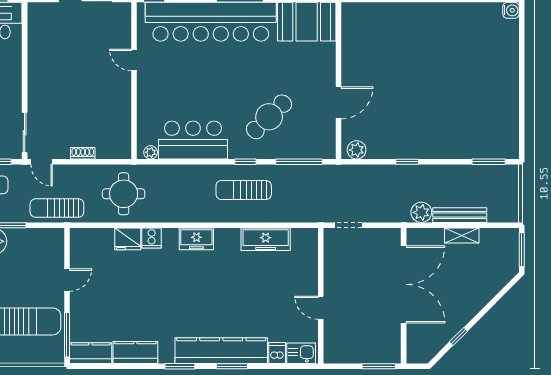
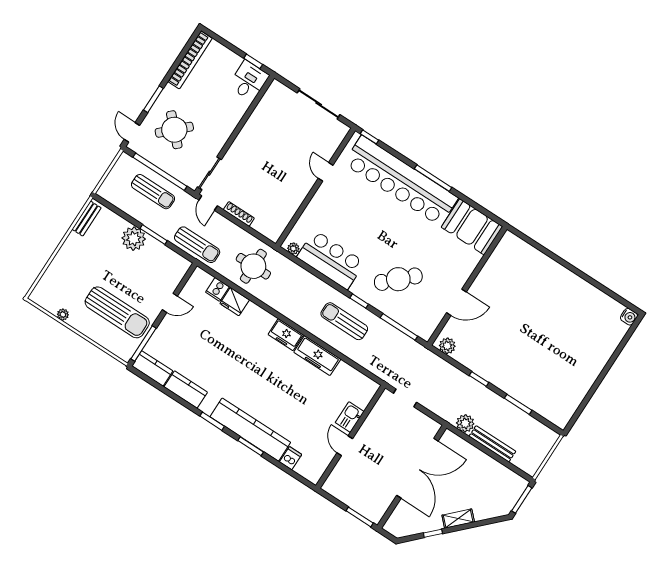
shoe rack: (83, 153) -> (239, 214), width x1.43
window: (489, 162) -> (518, 404), moved
sun lounger: (57, 208) -> (197, 245), turned 180
shelving: (462, 236) -> (458, 519), moved, turned -45
cooker: (152, 238) -> (217, 289), moved
freezer: (266, 239) -> (317, 356), moved
kitchen sink: (301, 353) -> (350, 417), moved, turned -90

